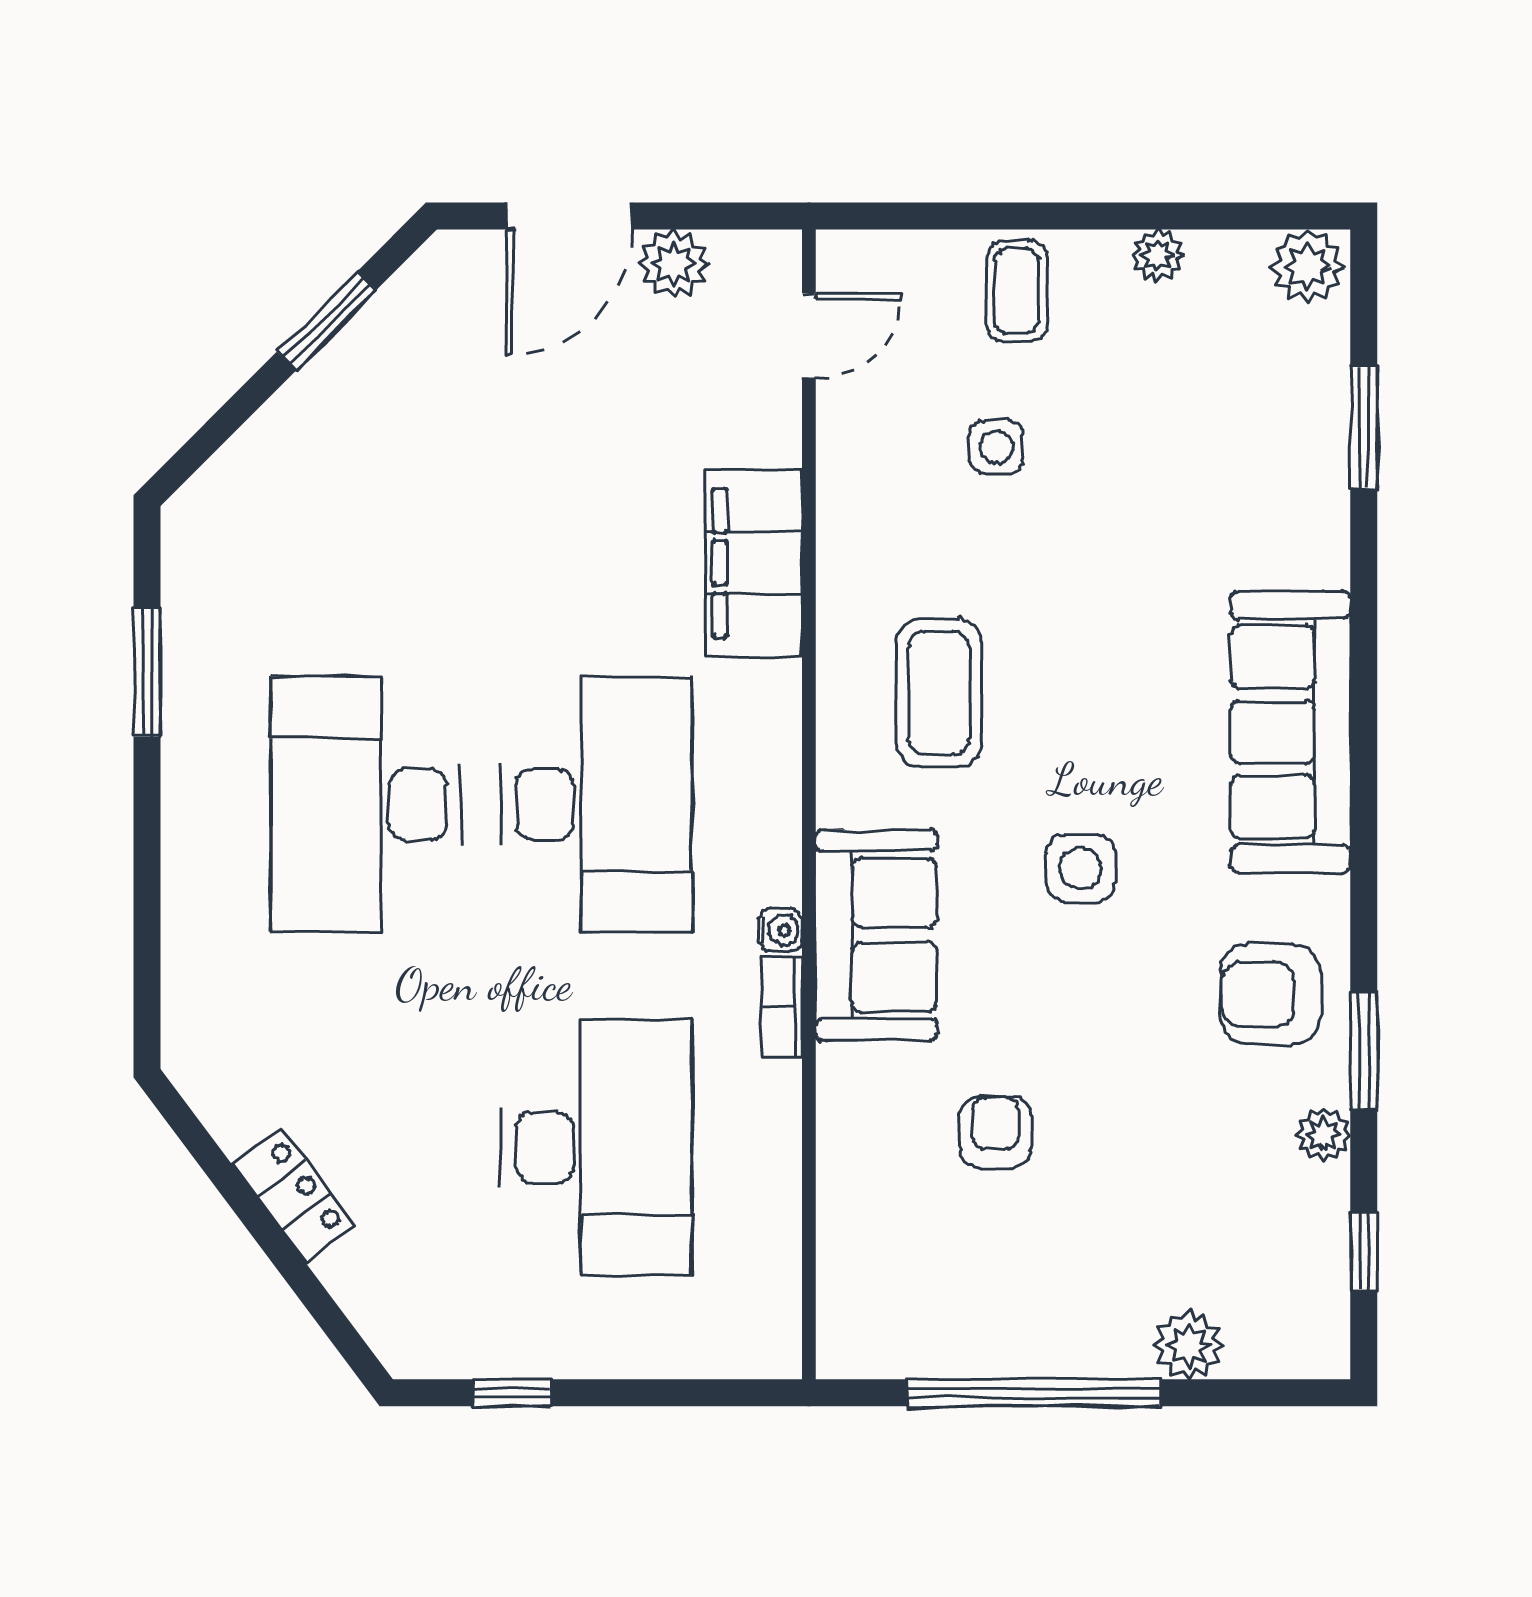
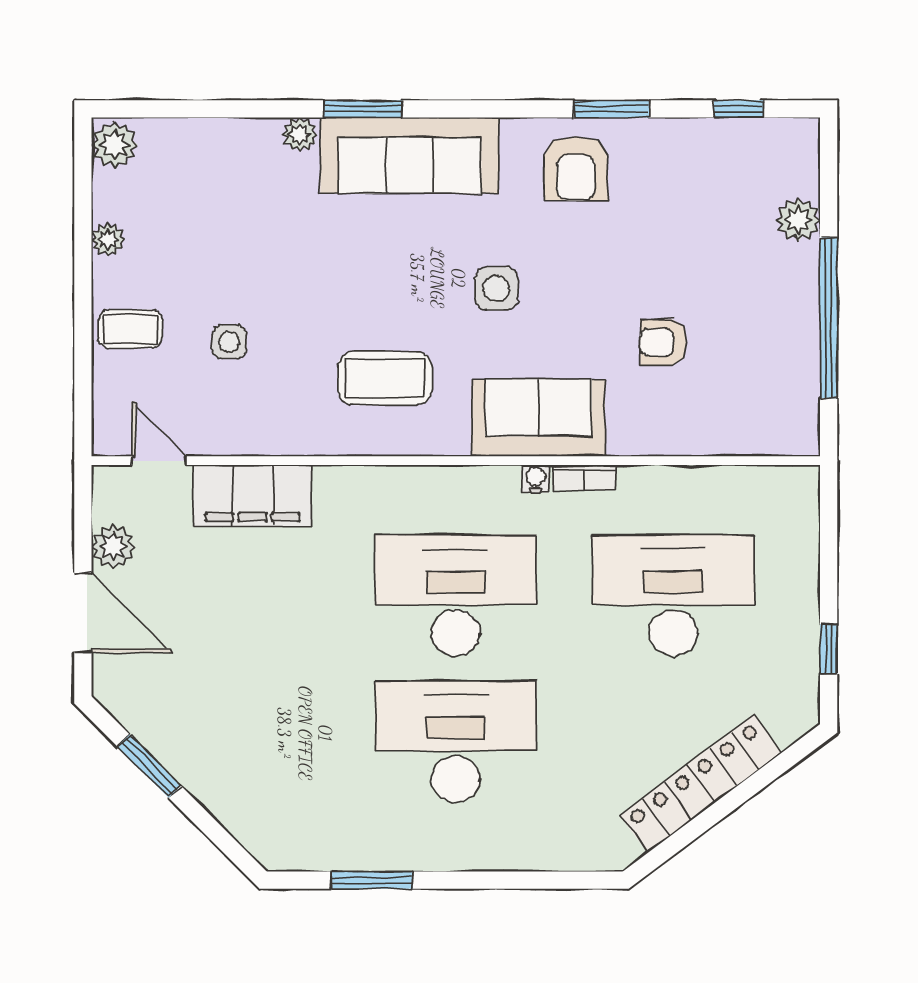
window: (1364, 427) -> (363, 109), moved
filing cabinet: (754, 563) -> (253, 496), moved
desk: (366, 804) -> (456, 741), turned 180
plant: (1323, 1135) -> (300, 135), moved
locker: (294, 1195) -> (701, 784), width x2.16, depth x1.21

